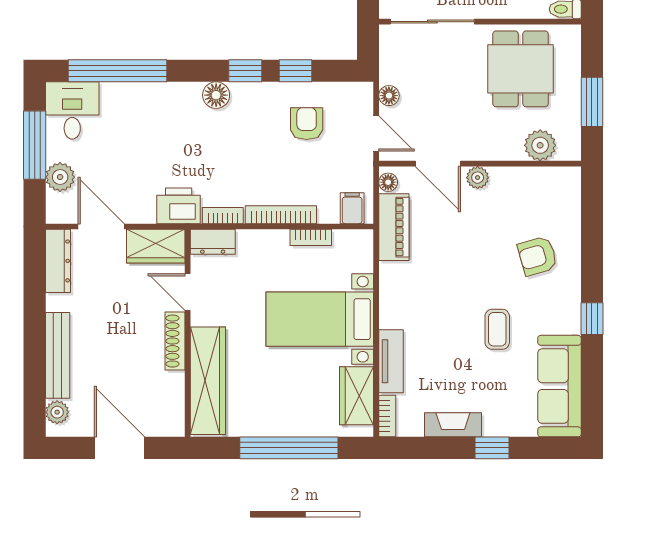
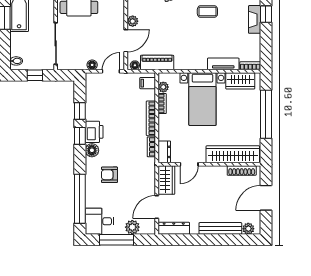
armchair: (307, 124) -> (109, 175), moved
printer: (179, 206) -> (94, 132), moved, turned 180
plant: (344, 240) -> (163, 87), added
shoe rack: (175, 341) -> (242, 171), moved
fireplace: (453, 425) -> (255, 19), moved

